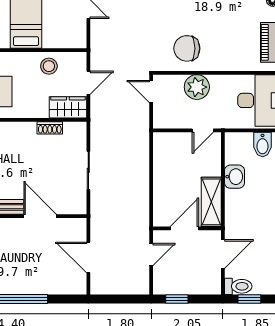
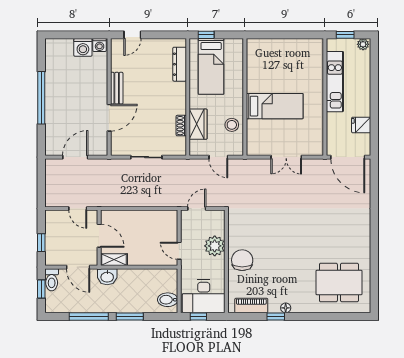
chair: (187, 48) -> (242, 260), moved
door: (151, 92) -> (197, 209), moved
wardrobe: (68, 107) -> (198, 124), moved
washbasin: (234, 177) -> (107, 277), moved
shelving: (211, 202) -> (114, 260), width x0.67, depth x0.75
window: (177, 299) -> (41, 243), moved

